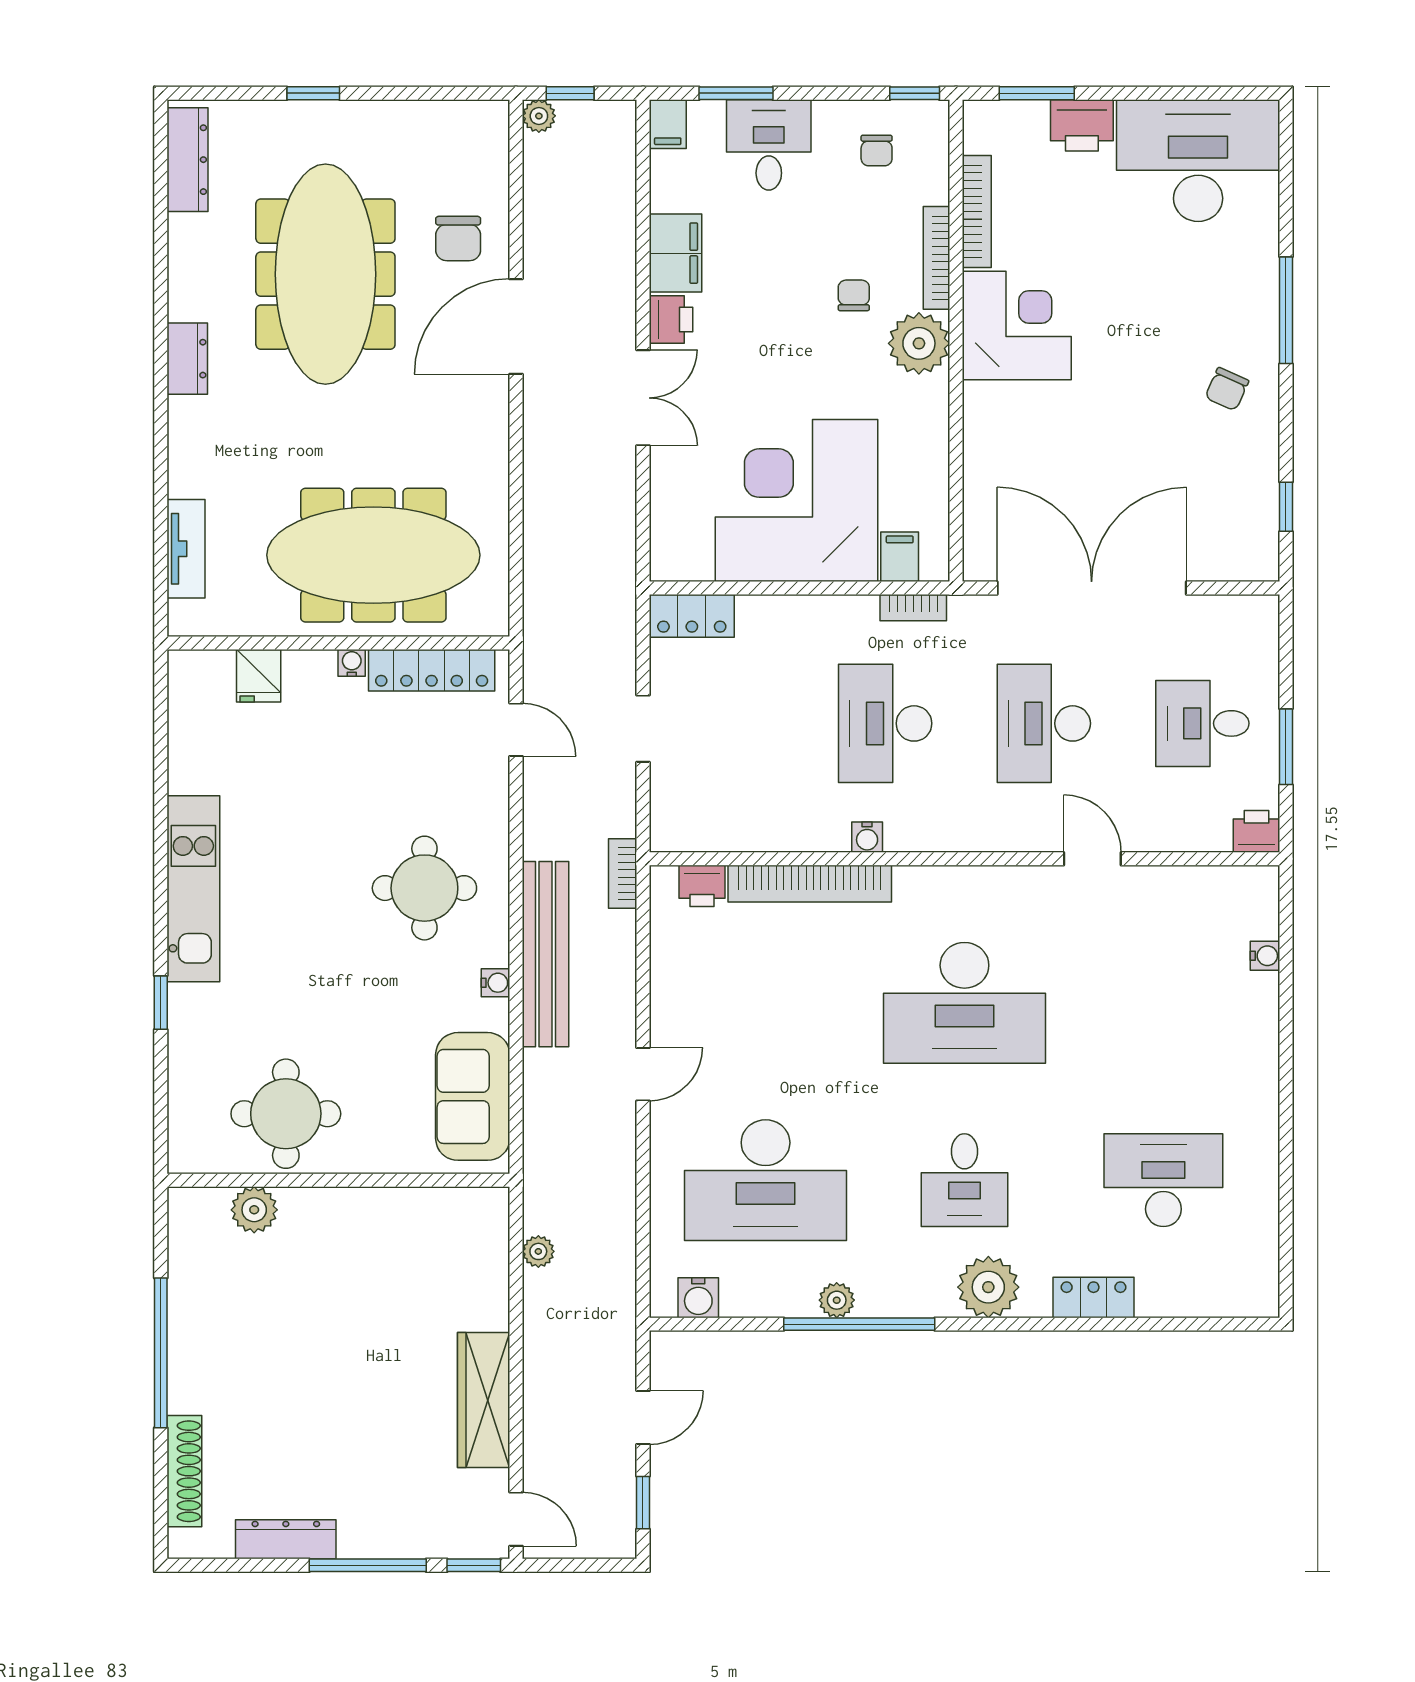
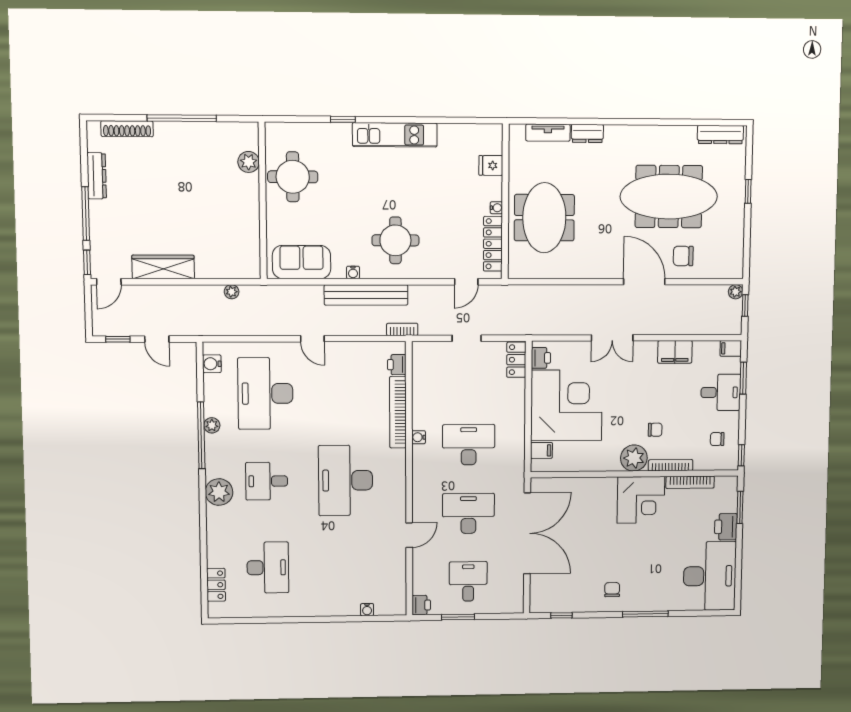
printer: (671, 319) -> (541, 358), moved, turned -90
dresser: (187, 359) -> (587, 133), moved
chair: (1227, 389) -> (612, 590), turned 66
meeting table: (373, 555) -> (544, 218), width x0.73
bookcase: (913, 608) -> (519, 456), removed
locker: (1094, 1297) -> (216, 585), moved

